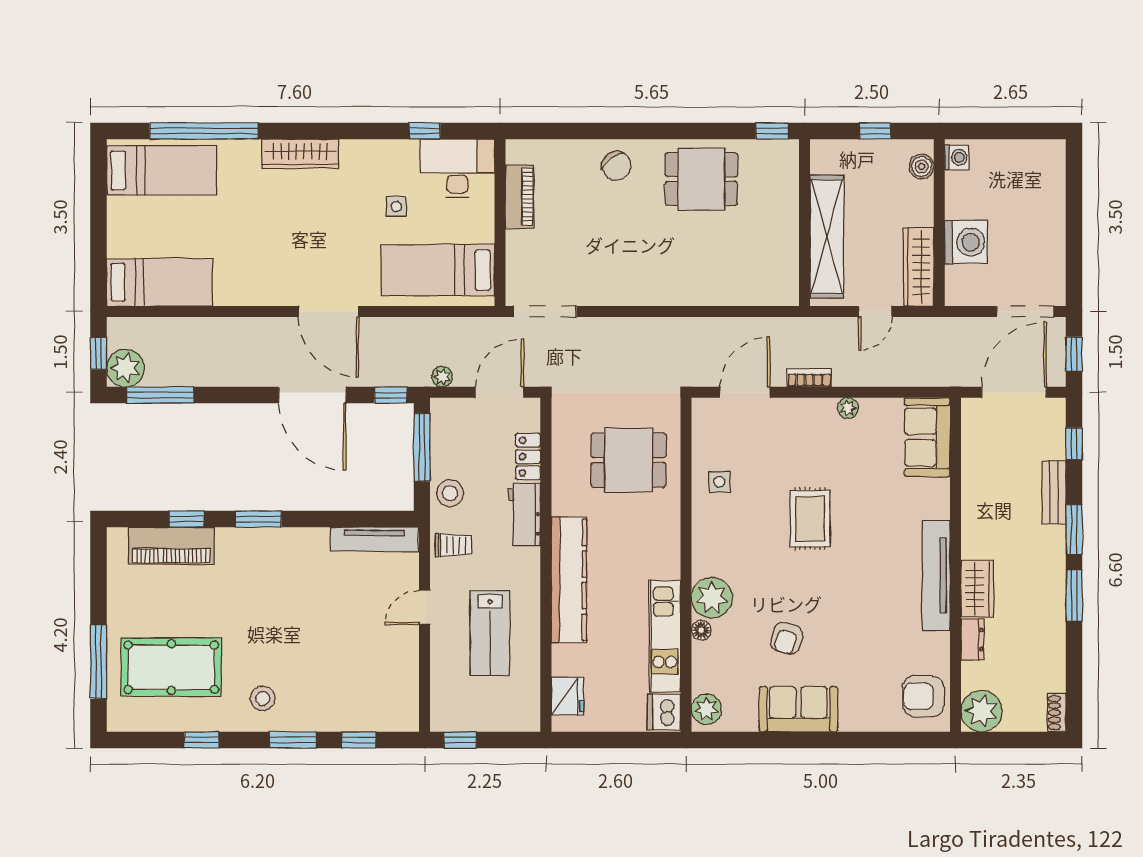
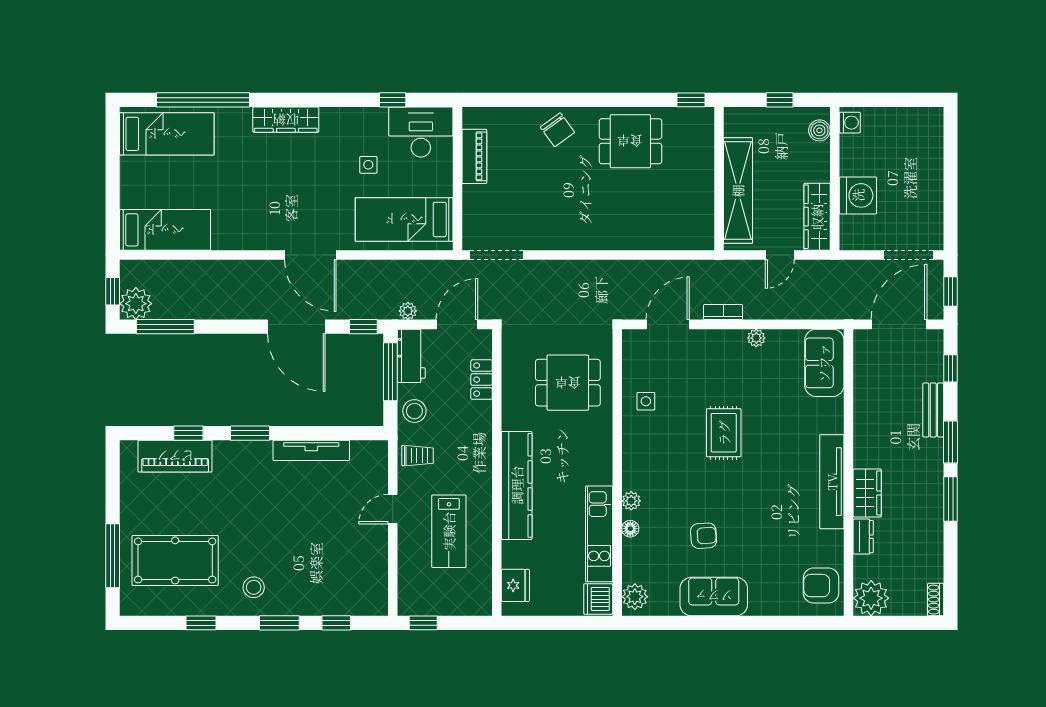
workbench: (524, 514) -> (411, 356), moved, turned 180
tv unit: (374, 539) -> (311, 450), moved
plant: (712, 598) -> (631, 501), width x0.53, depth x0.53
armchair: (787, 638) -> (704, 536), turned -110

